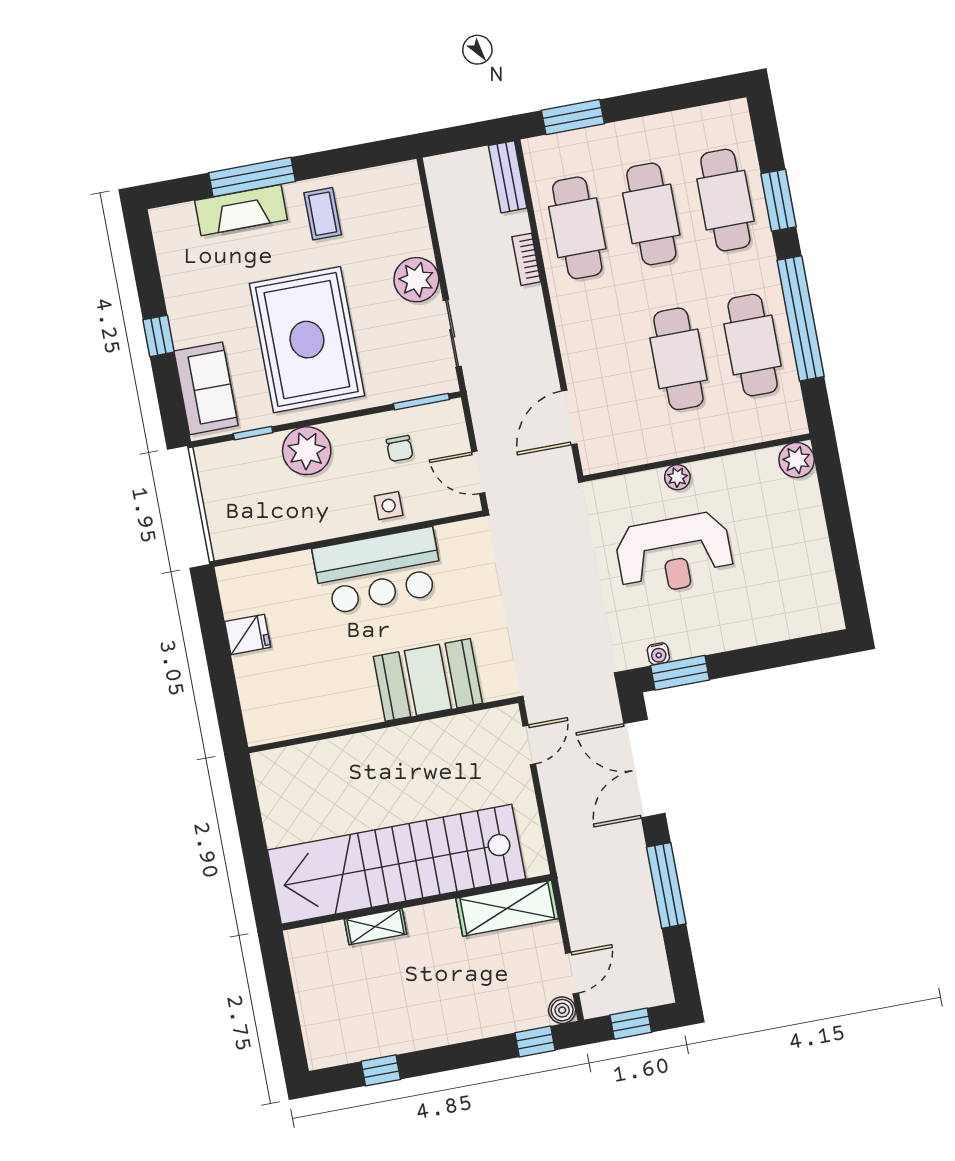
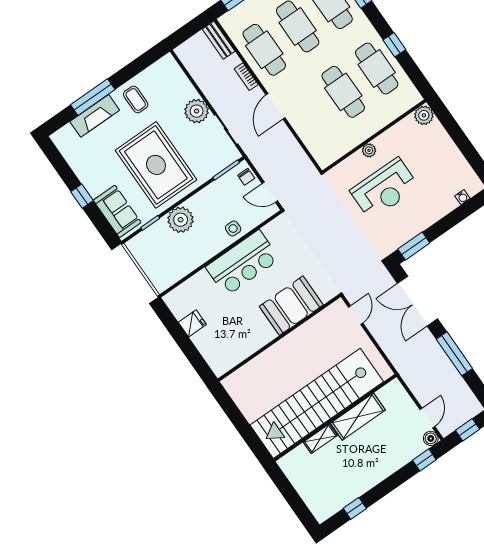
window: (801, 318) -> (394, 45), width x0.32
door: (569, 417) -> (276, 106), moved
chair: (400, 448) -> (246, 177), moved
water cooler: (658, 654) -> (462, 197), moved
shelving: (507, 908) -> (358, 417), moved

